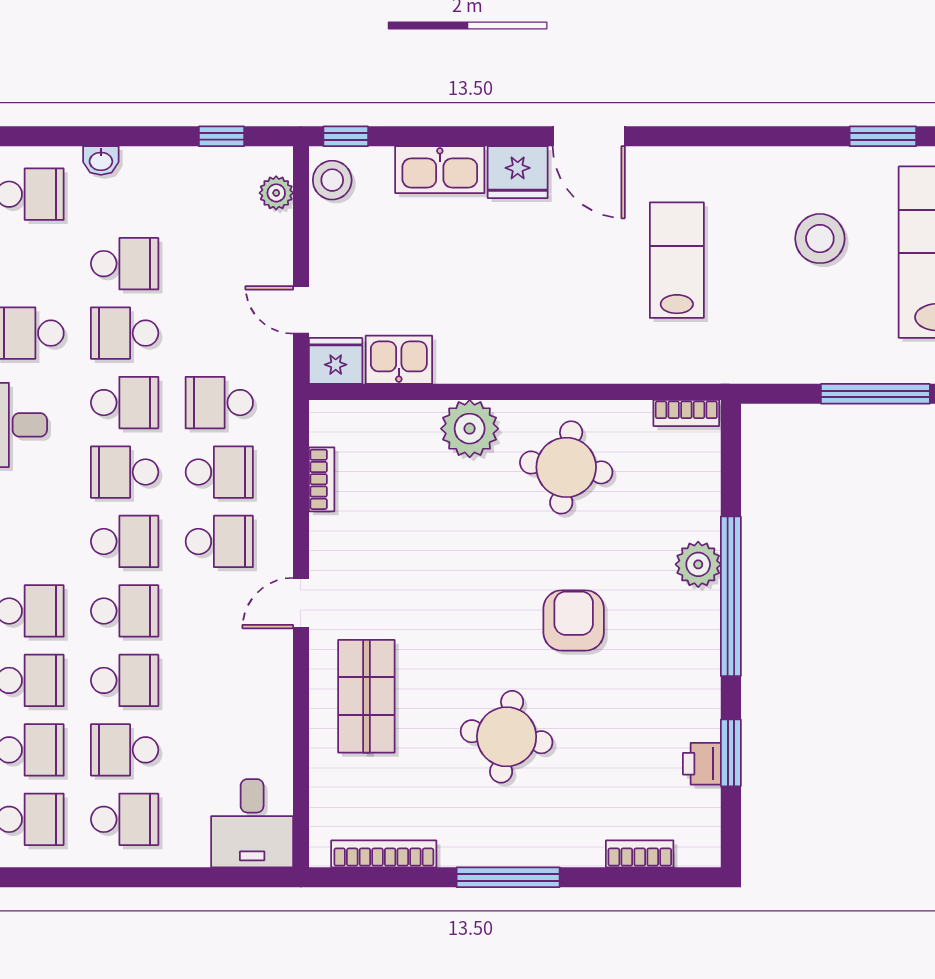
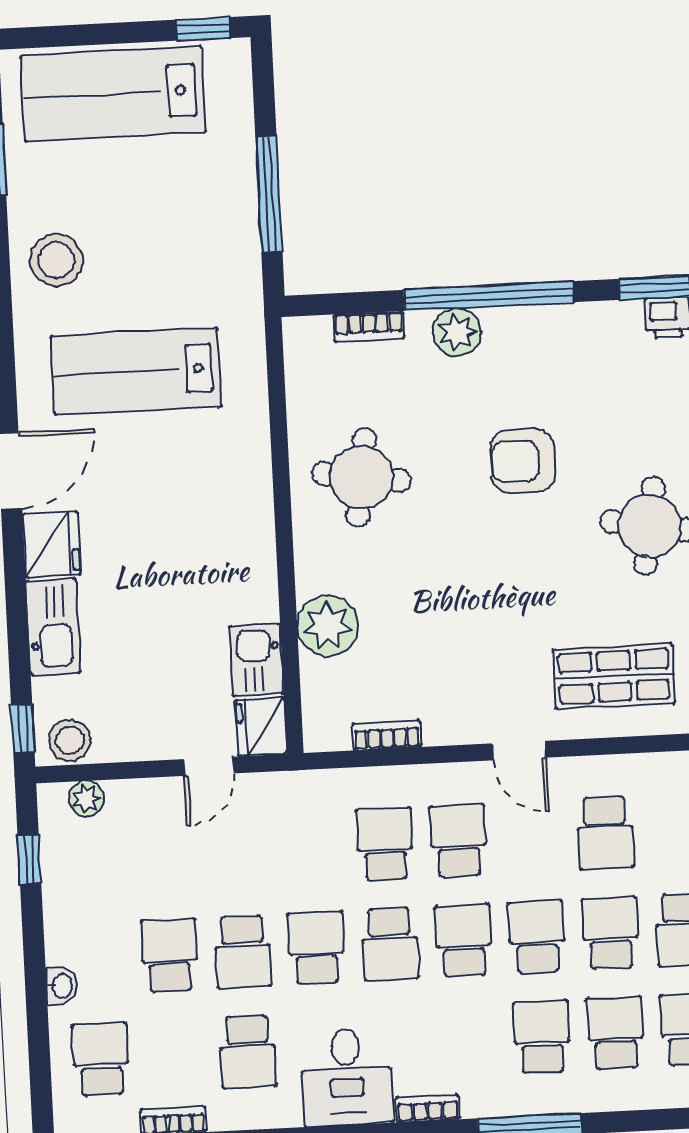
stool: (820, 239) -> (56, 260), moved
lab bench: (677, 260) -> (136, 371), width x1.36, depth x1.39
window: (875, 394) -> (269, 194), moved
school desk: (219, 403) -> (605, 833), moved
bookcase: (686, 413) -> (369, 327), moved, turned 90
plant: (470, 429) -> (328, 626), moved

